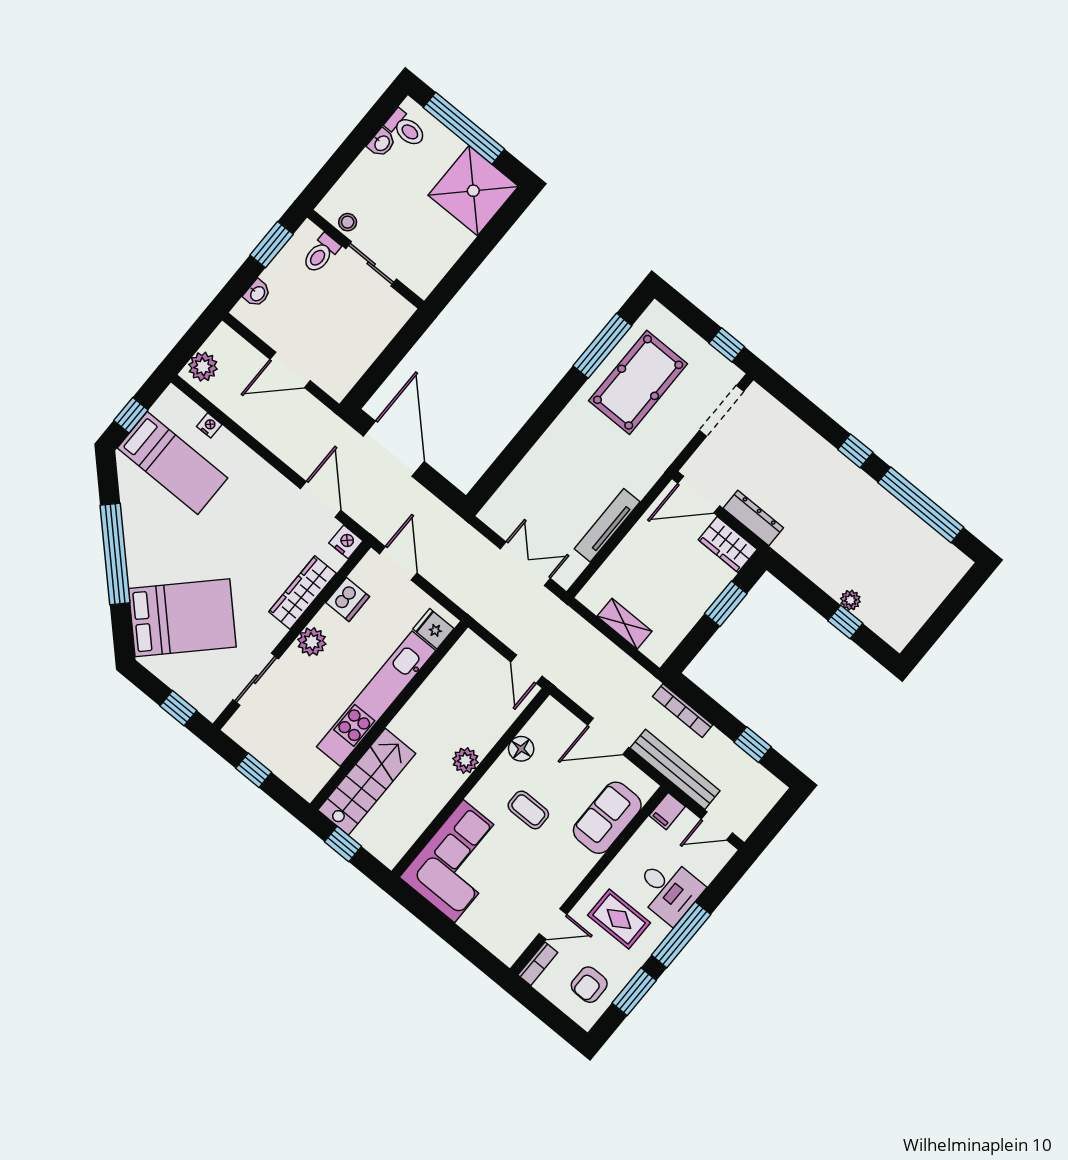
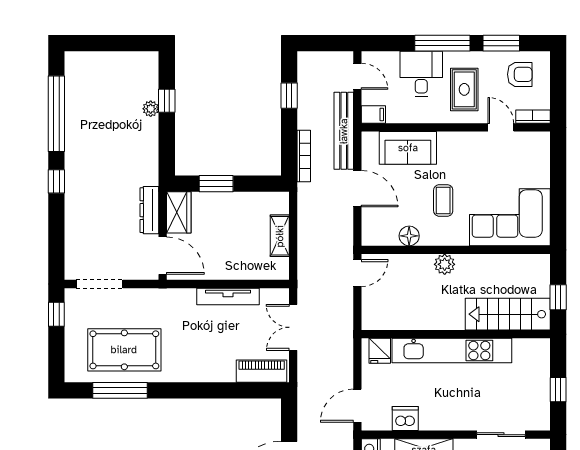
piano: (508, 498) -> (262, 371), added
plant: (312, 642) -> (449, 419), removed

